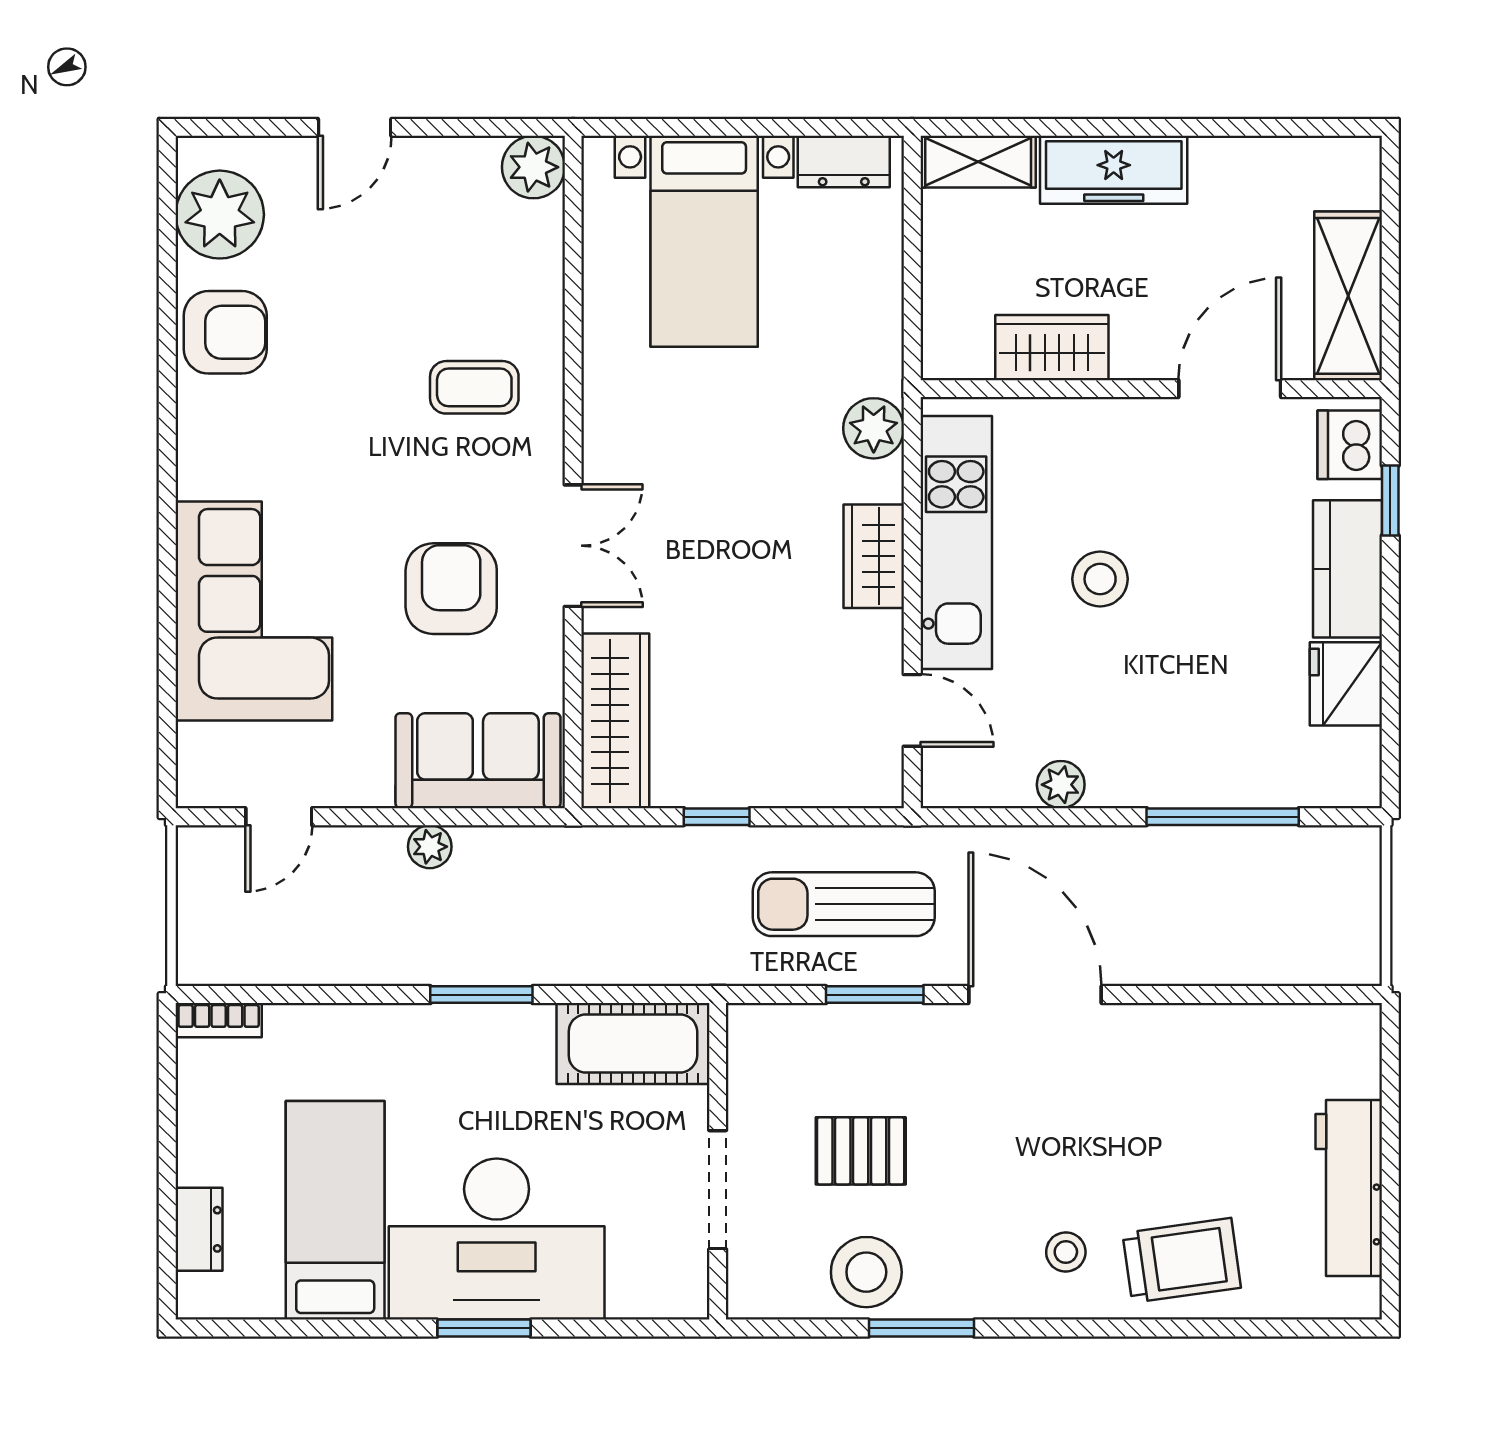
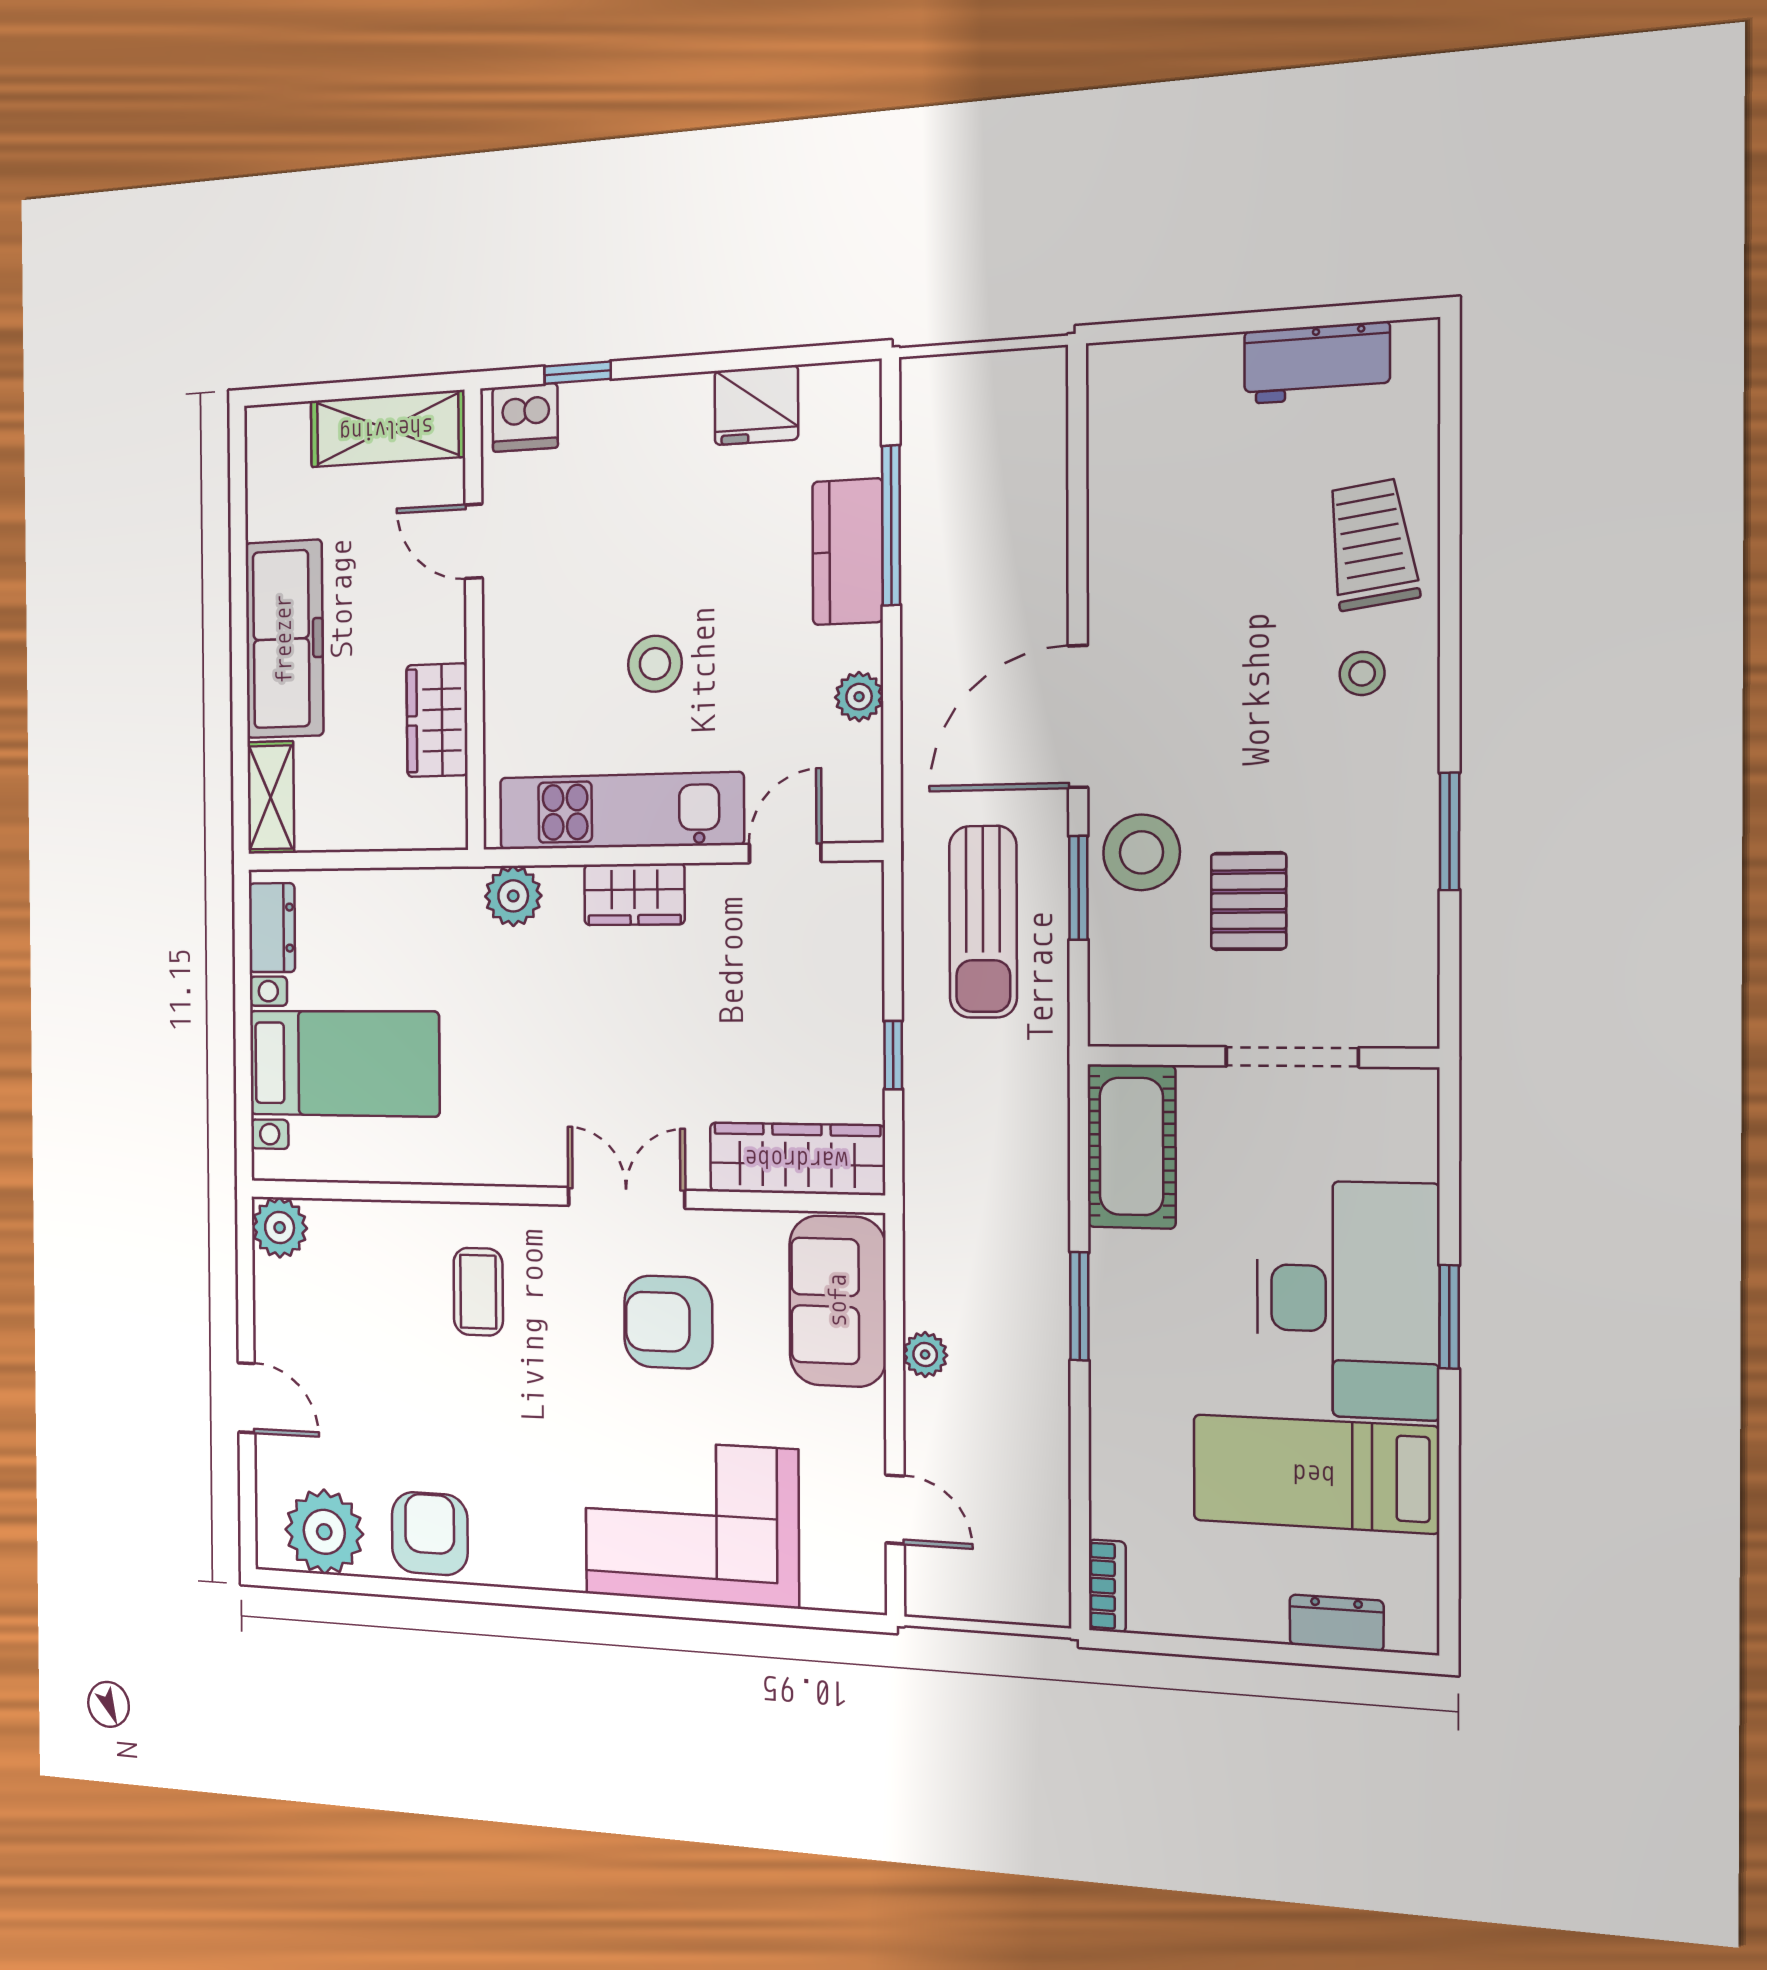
freezer: (1114, 170) -> (284, 639), width x1.36, depth x1.26
door: (1230, 389) -> (474, 541), width x0.73
kitchen counter: (1348, 569) -> (848, 552), moved, turned 90
workbench: (1349, 1188) -> (1317, 363), width x0.73
stool: (866, 1272) -> (1142, 852), moved

